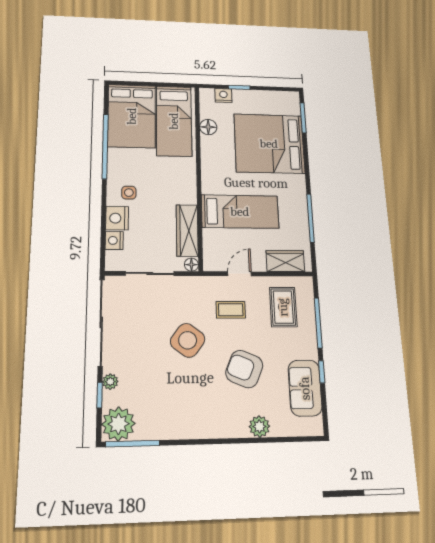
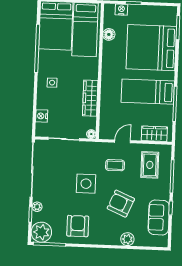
bed: (240, 212) -> (148, 92), moved, turned 180
nightstand: (117, 218) -> (44, 101), removed
wardrobe: (187, 230) -> (90, 98), moved
side table: (188, 340) -> (86, 184), turned -37
armchair: (178, 410) -> (78, 226), added

